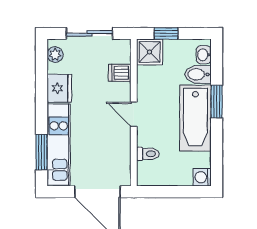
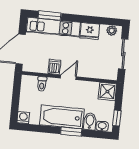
window: (166, 33) -> (117, 118), moved
dishwasher: (120, 73) -> (54, 67), moved

